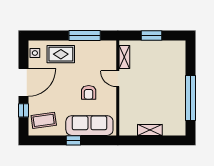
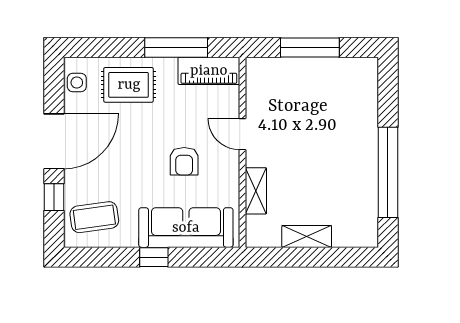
window: (151, 36) -> (310, 48), width x1.44
piano: (101, 47) -> (209, 71), added
shelving: (124, 57) -> (256, 191), moved

